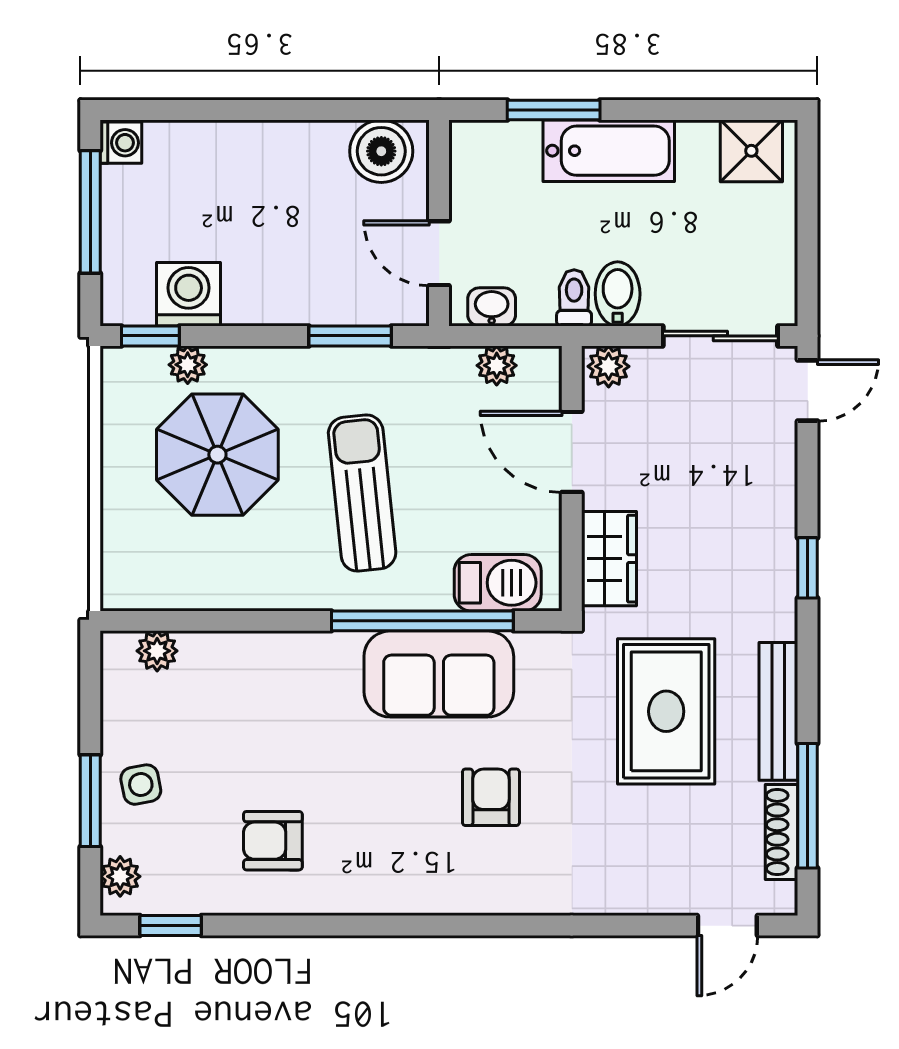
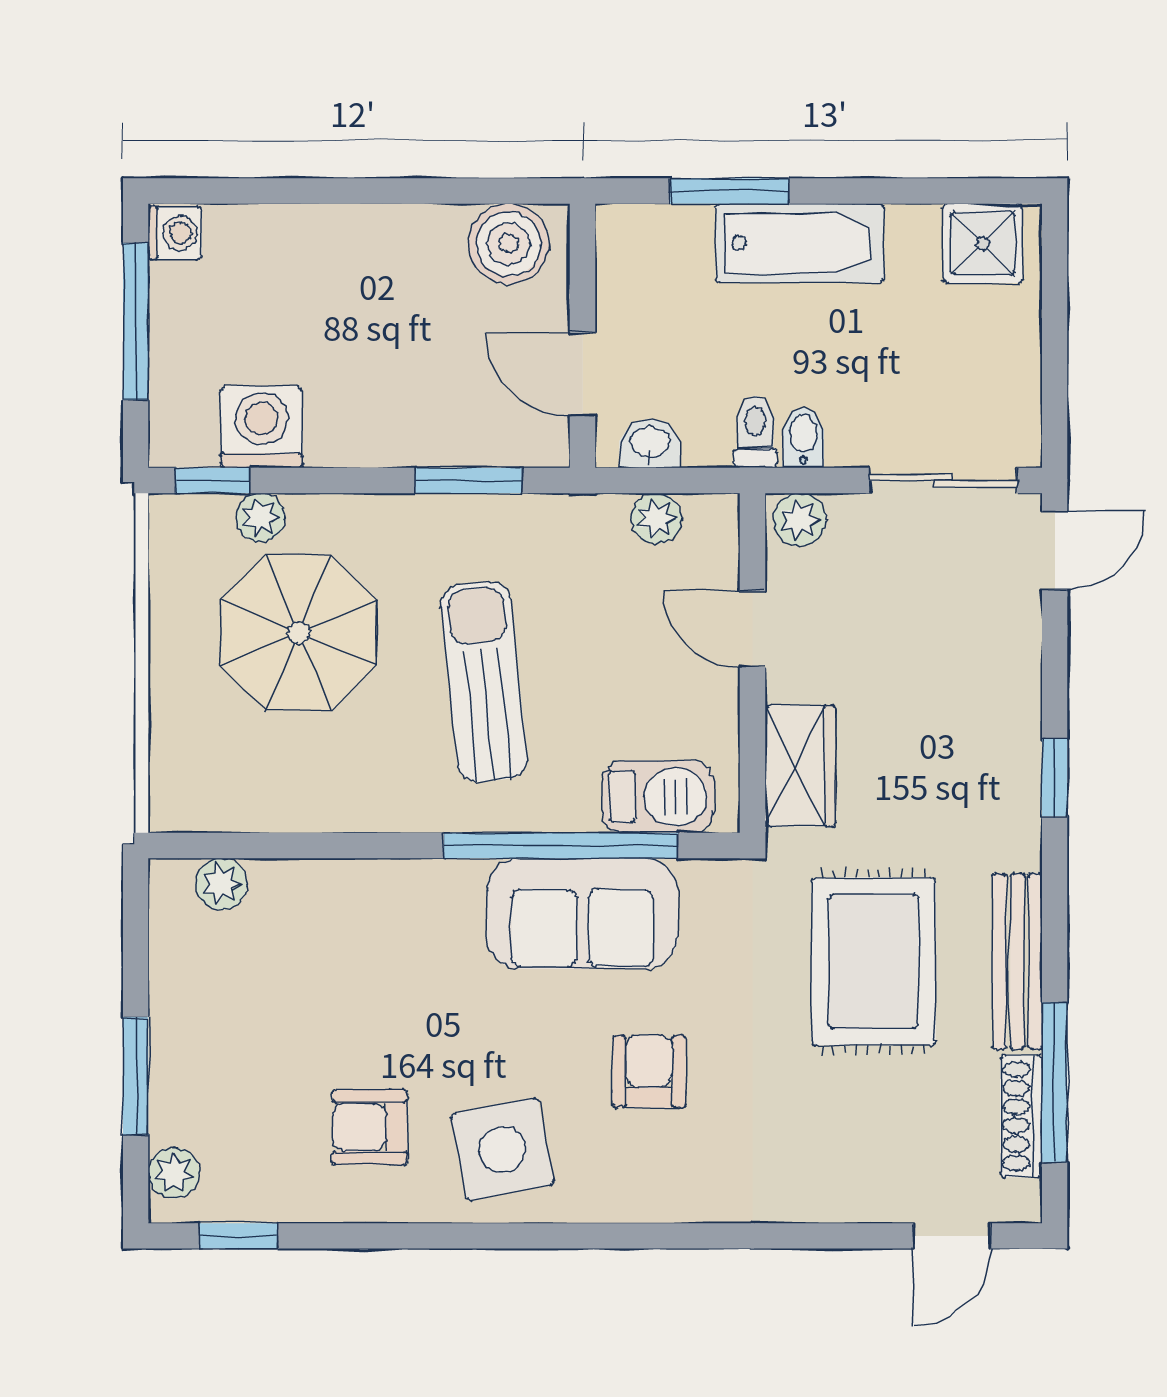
bidet: (618, 294) -> (803, 438), width x0.72, depth x0.74
door: (572, 452) -> (752, 629), width x0.73
side table: (141, 785) -> (502, 1149), moved, width x1.87, depth x1.87

